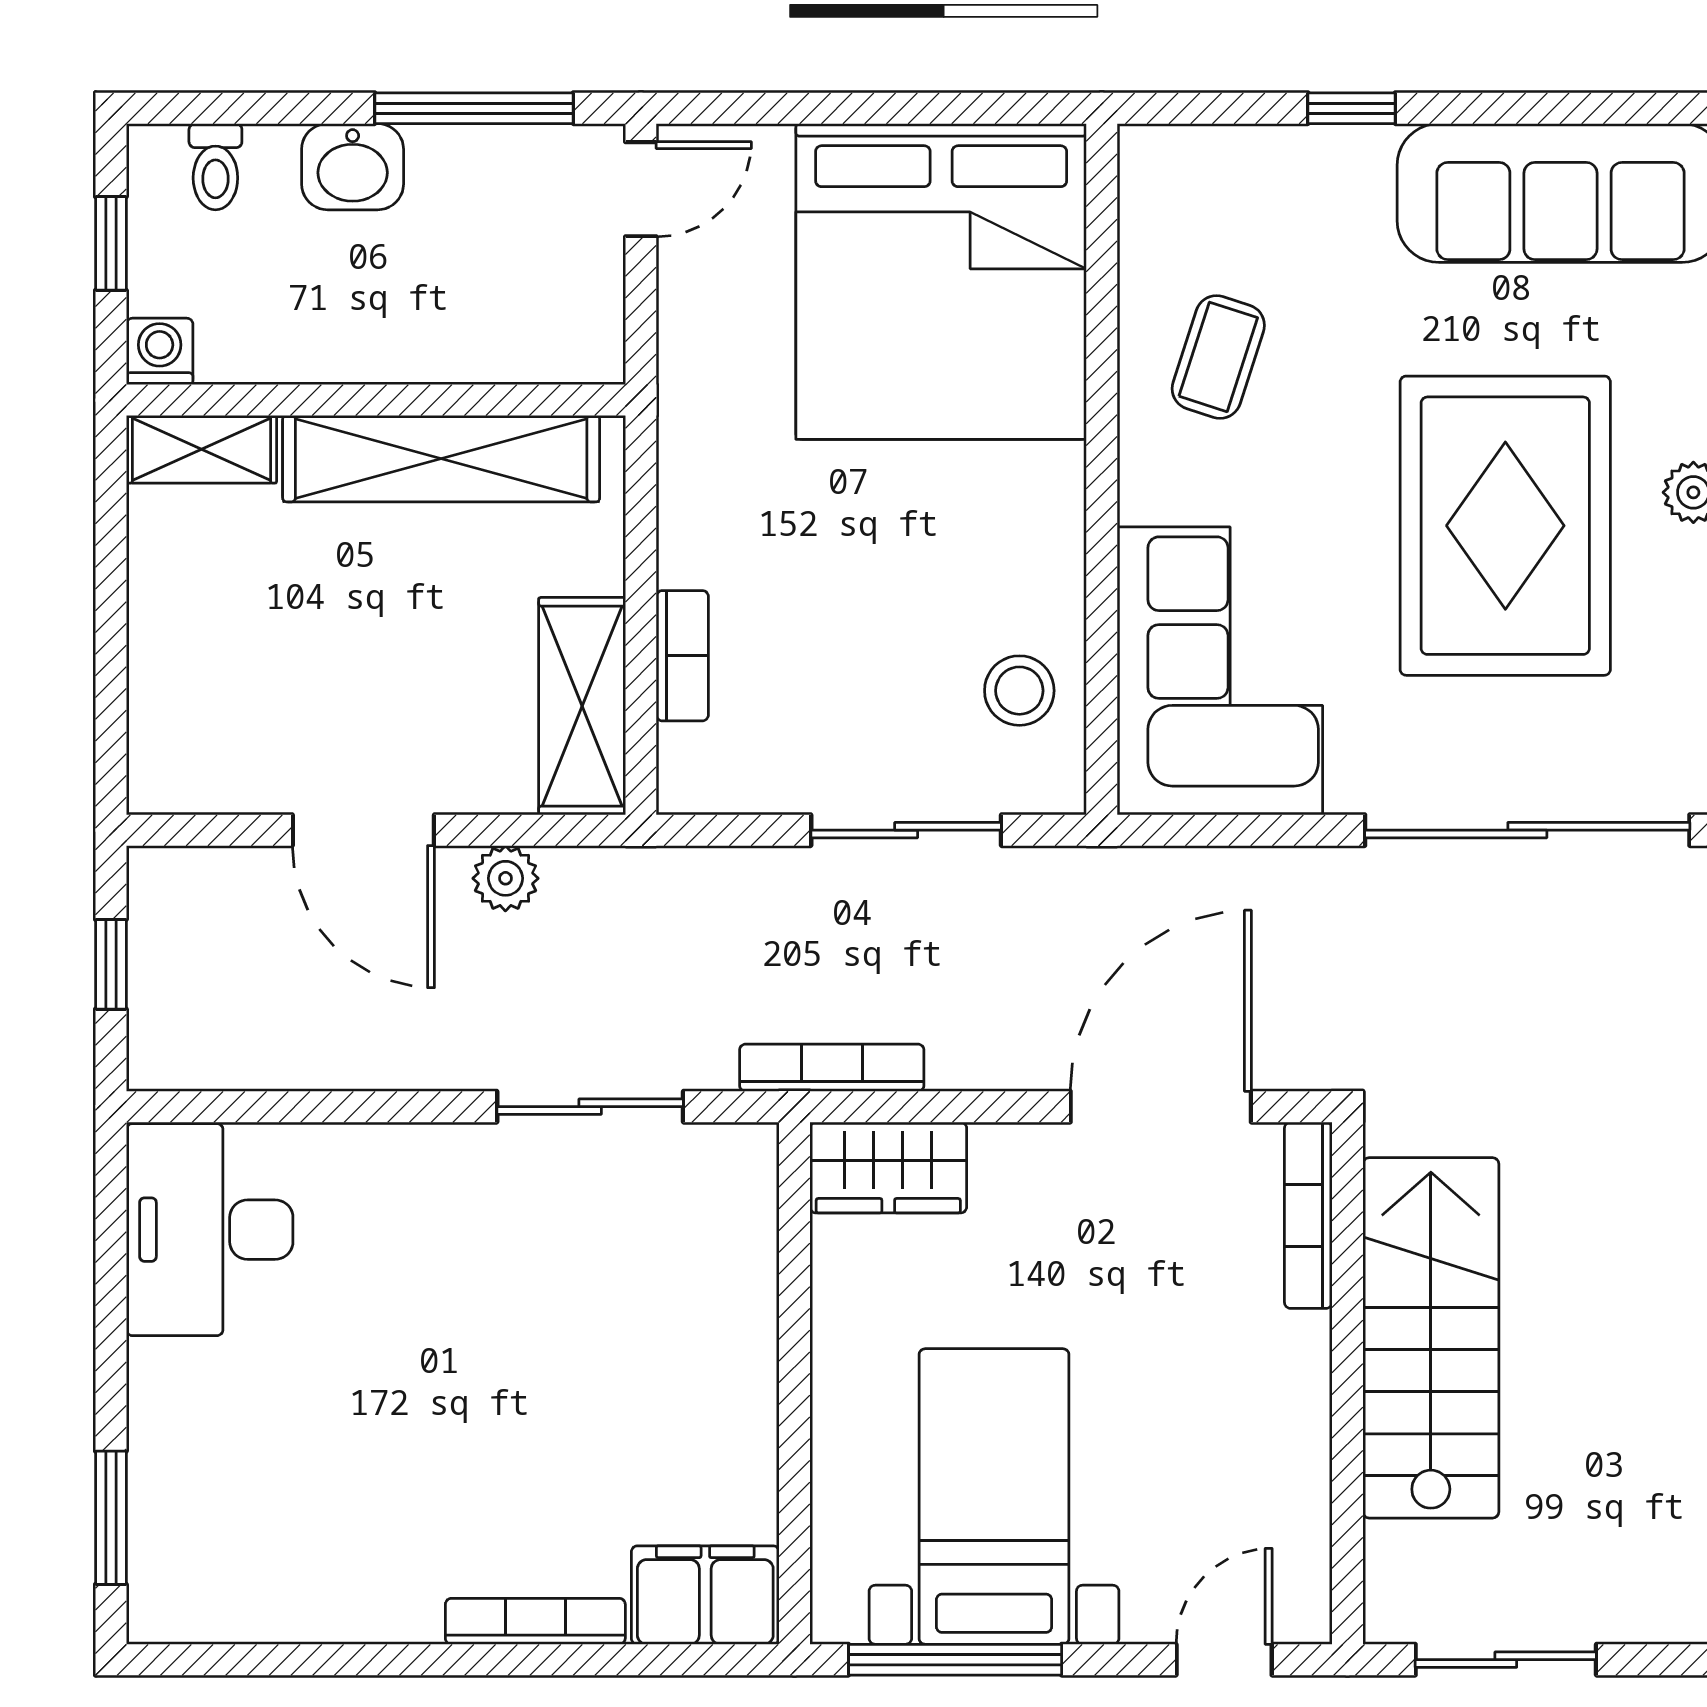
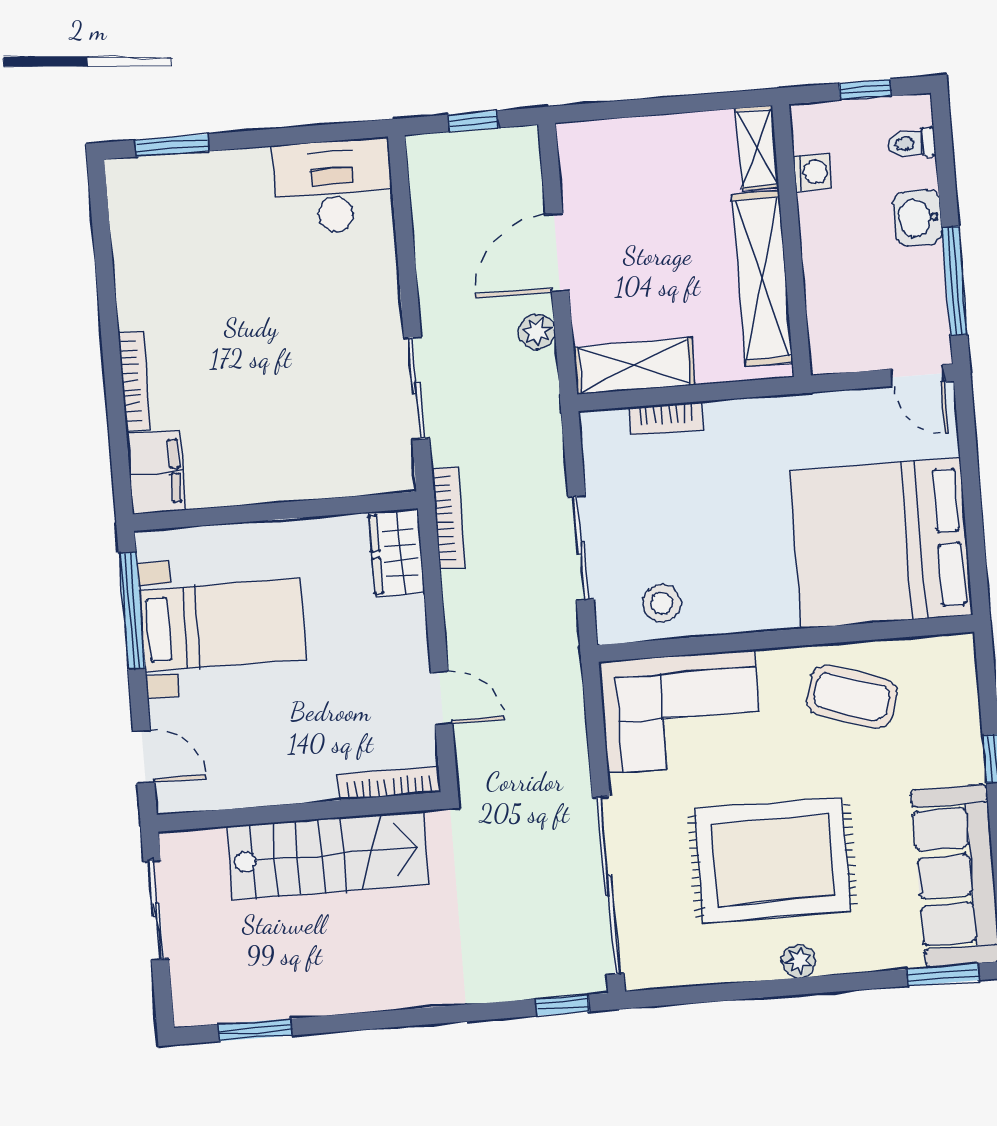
washing machine: (160, 351) -> (813, 172), moved
coffee table: (1218, 357) -> (852, 697), width x1.36, depth x1.30
door: (1161, 1107) -> (442, 698), width x0.53

